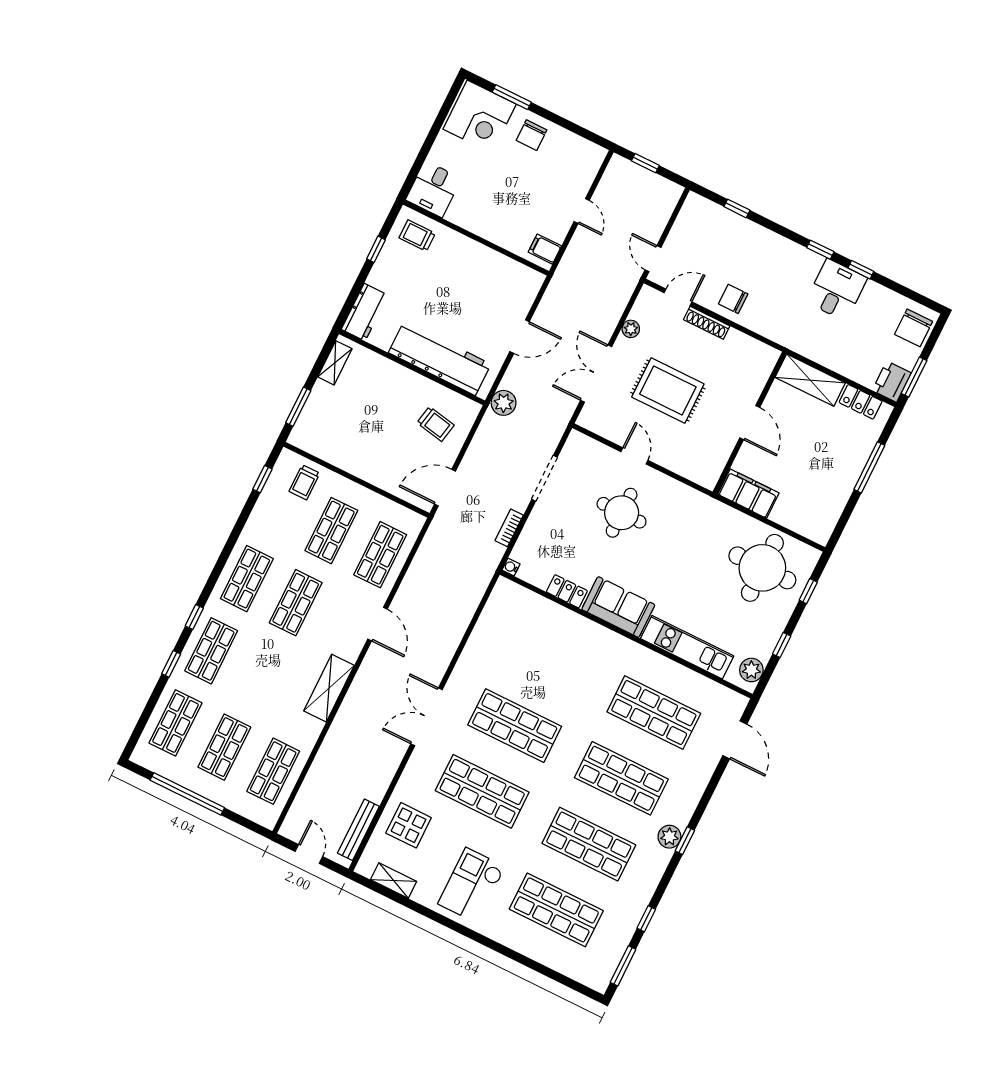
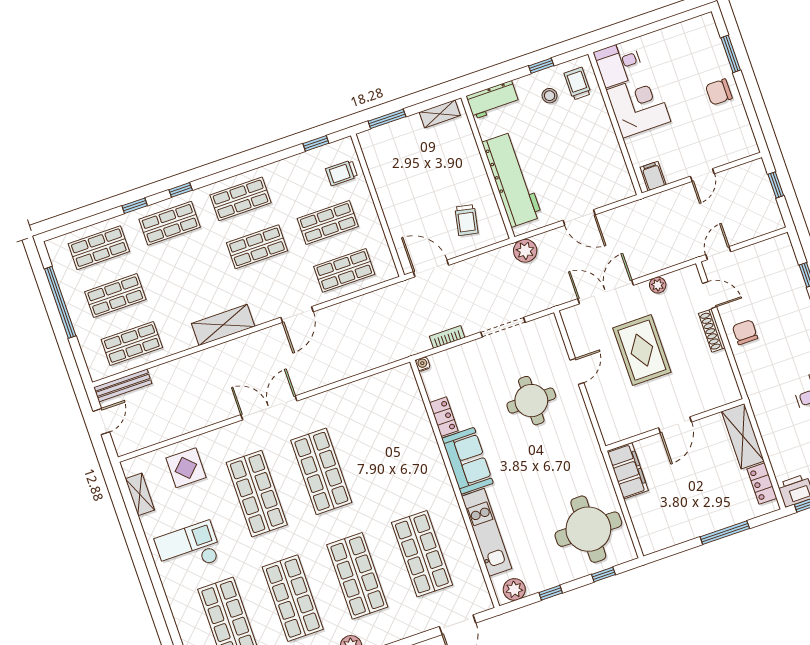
corner desk: (480, 117) -> (638, 106), moved, turned 180
stool: (405, 266) -> (550, 96), added
bench: (358, 830) -> (123, 385), moved

